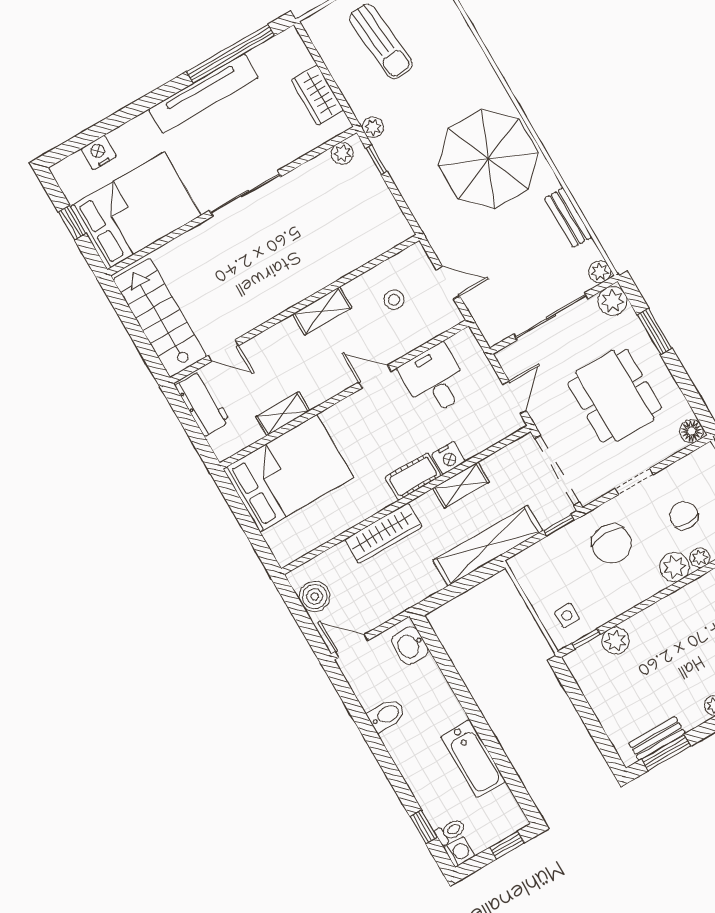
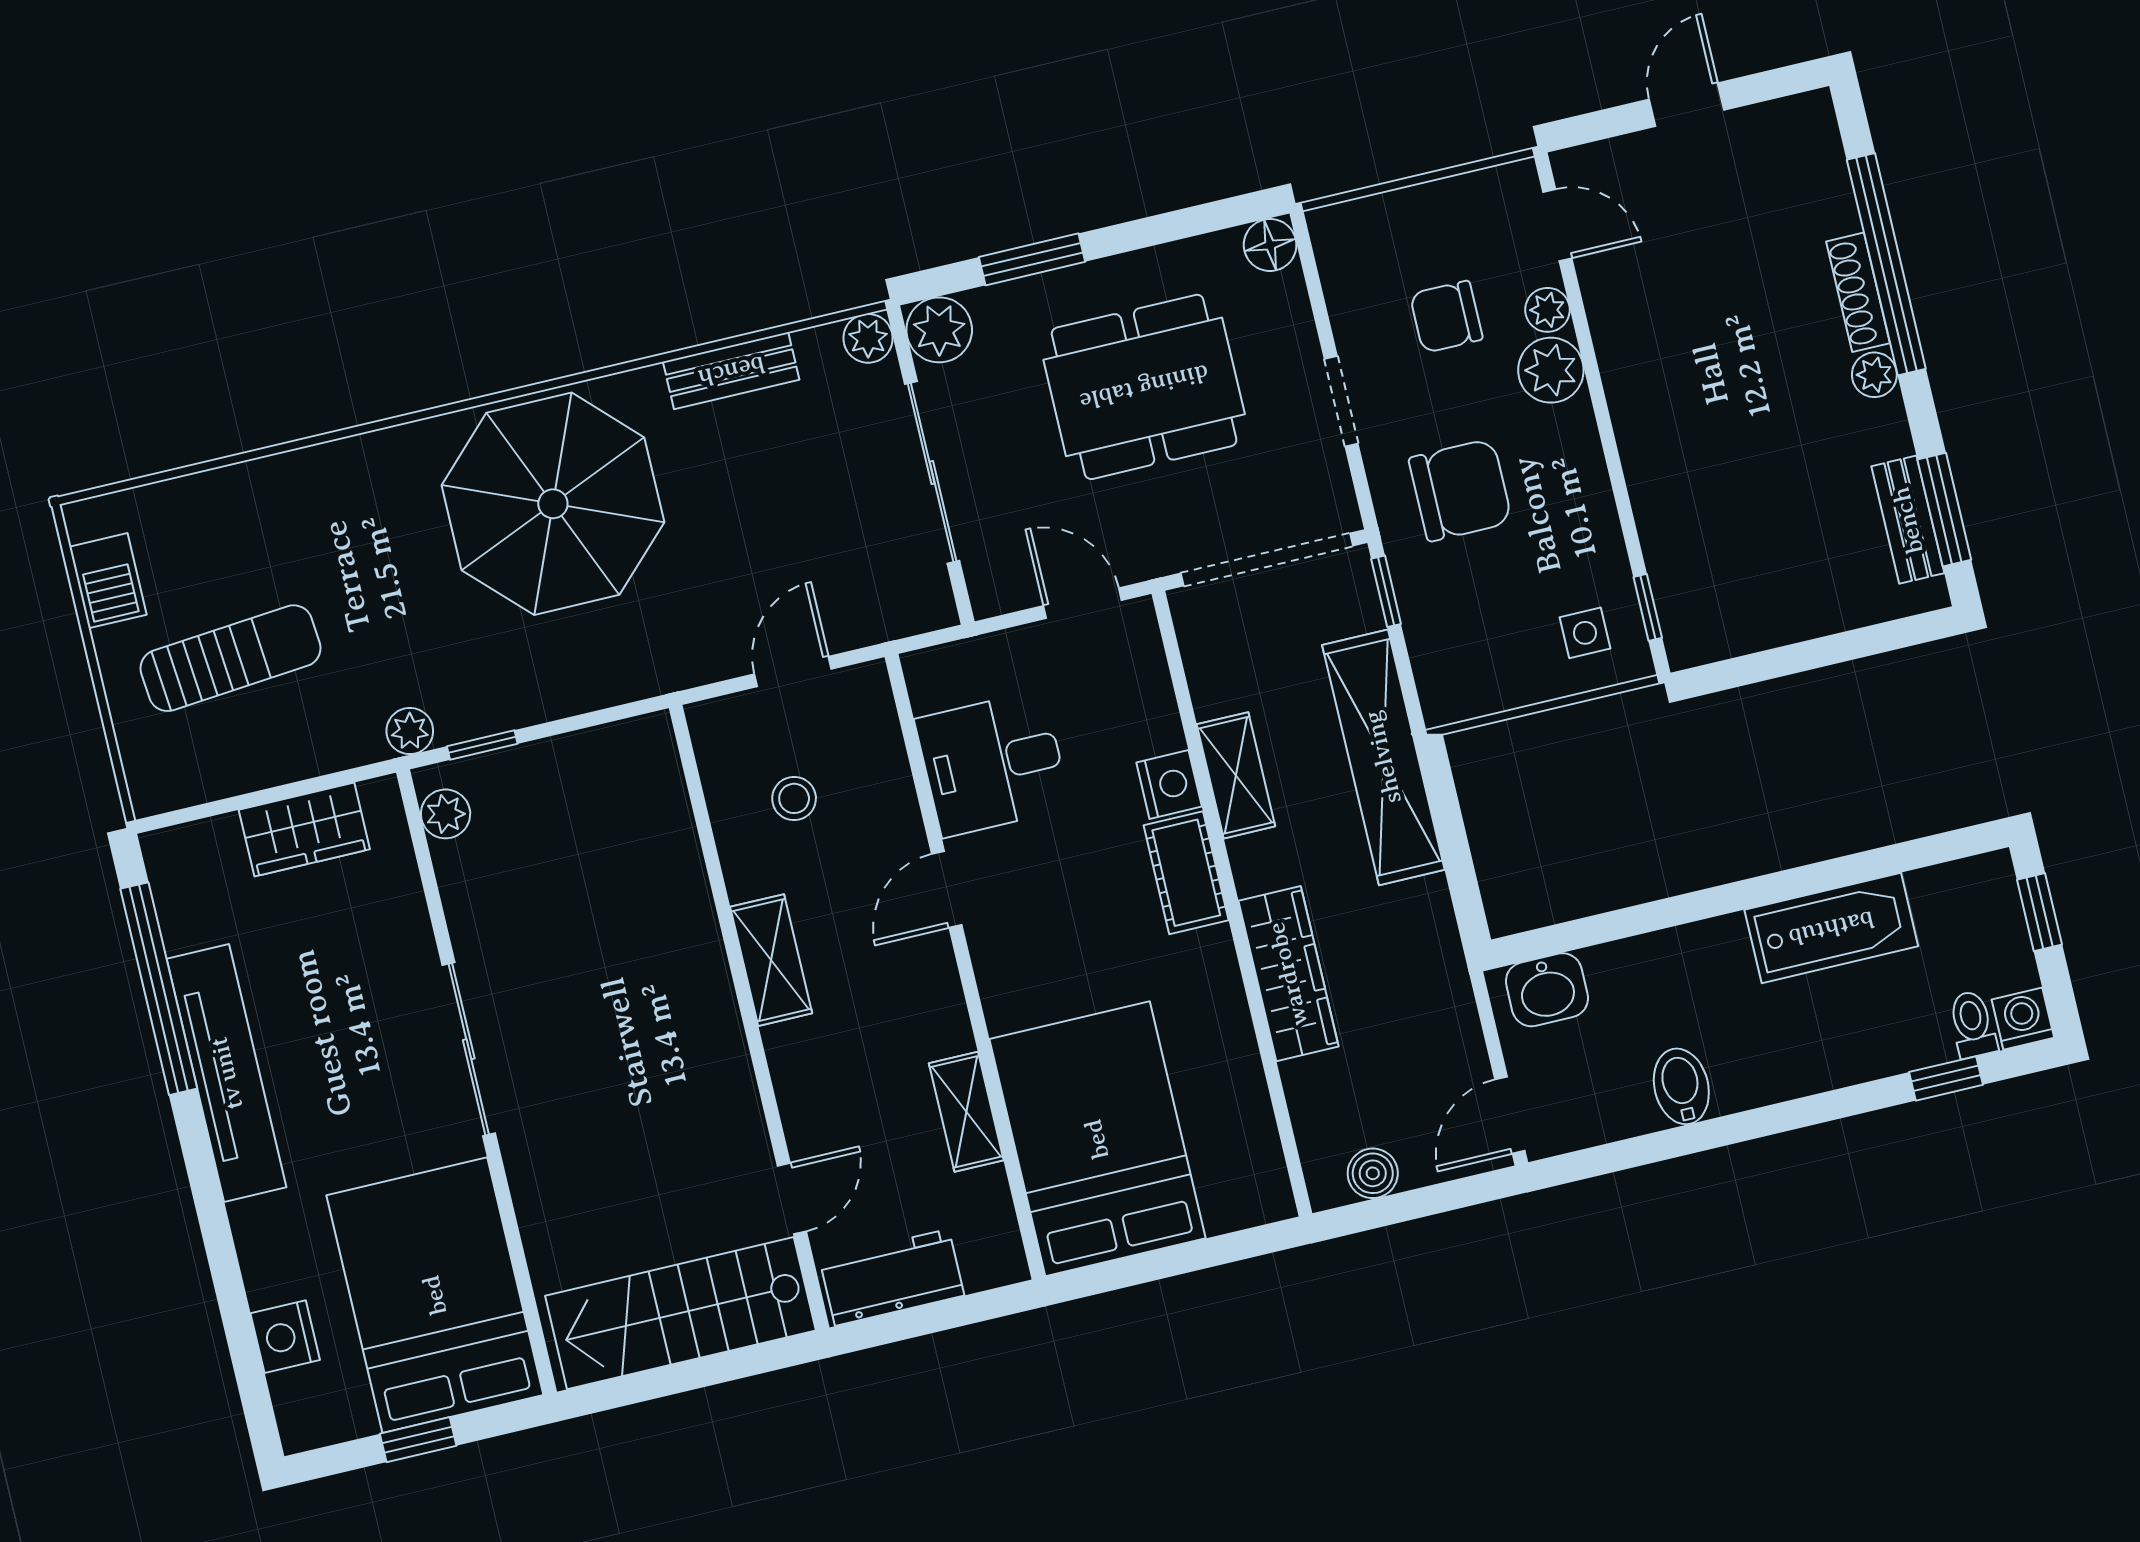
boiler: (315, 596) -> (1373, 1173), width x0.73, depth x0.73
plant: (616, 641) -> (1671, 545), removed

